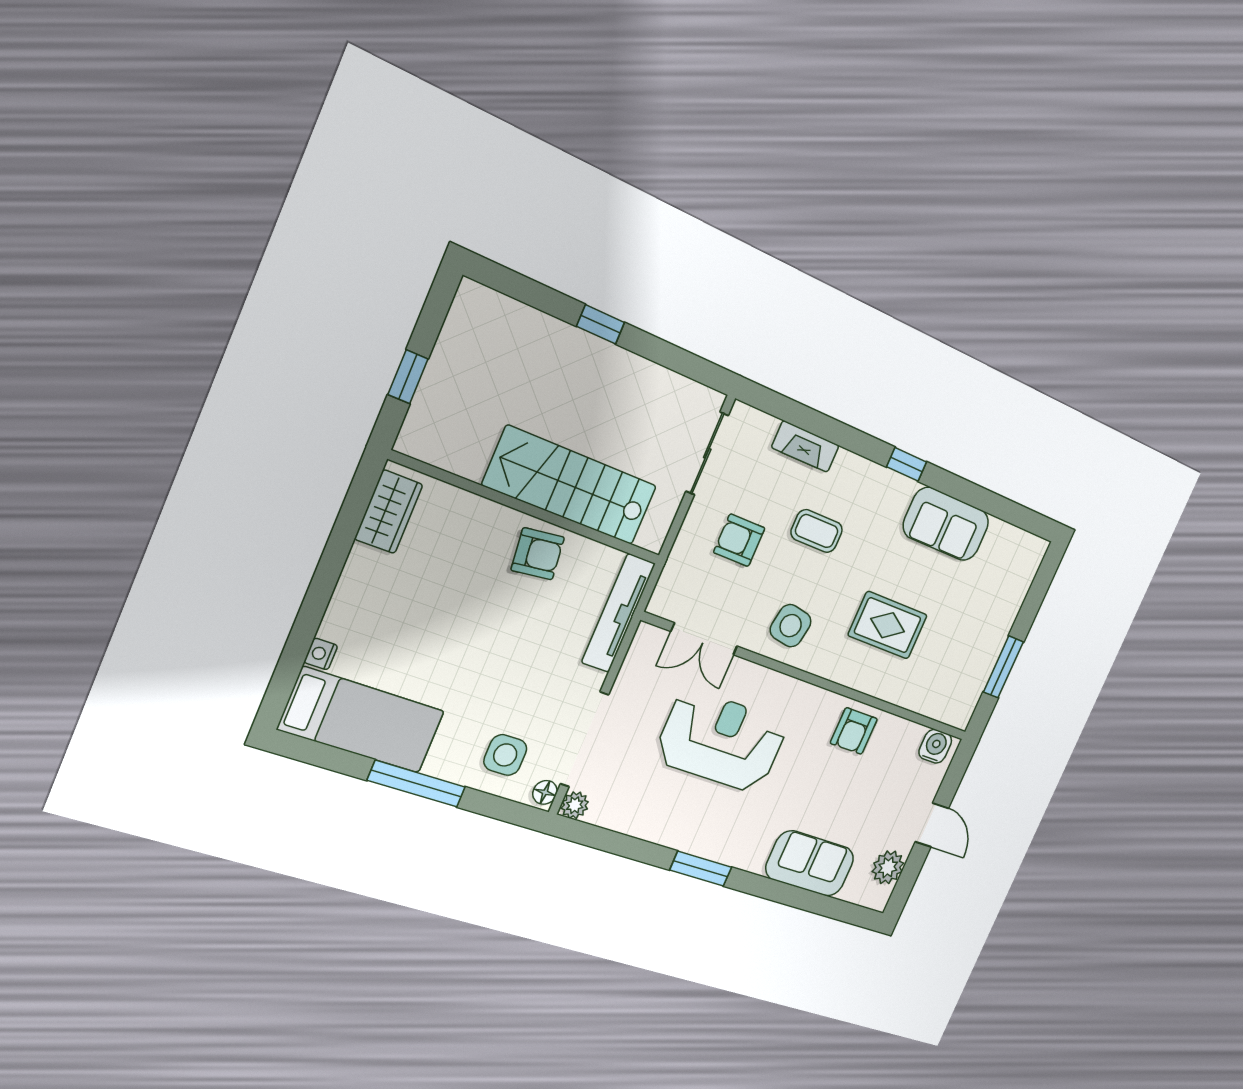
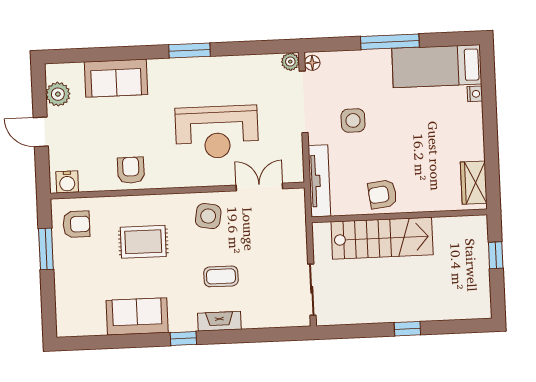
fireplace: (805, 447) -> (219, 321), moved
armchair: (739, 540) -> (76, 224), moved
side table: (505, 755) -> (353, 120), moved

